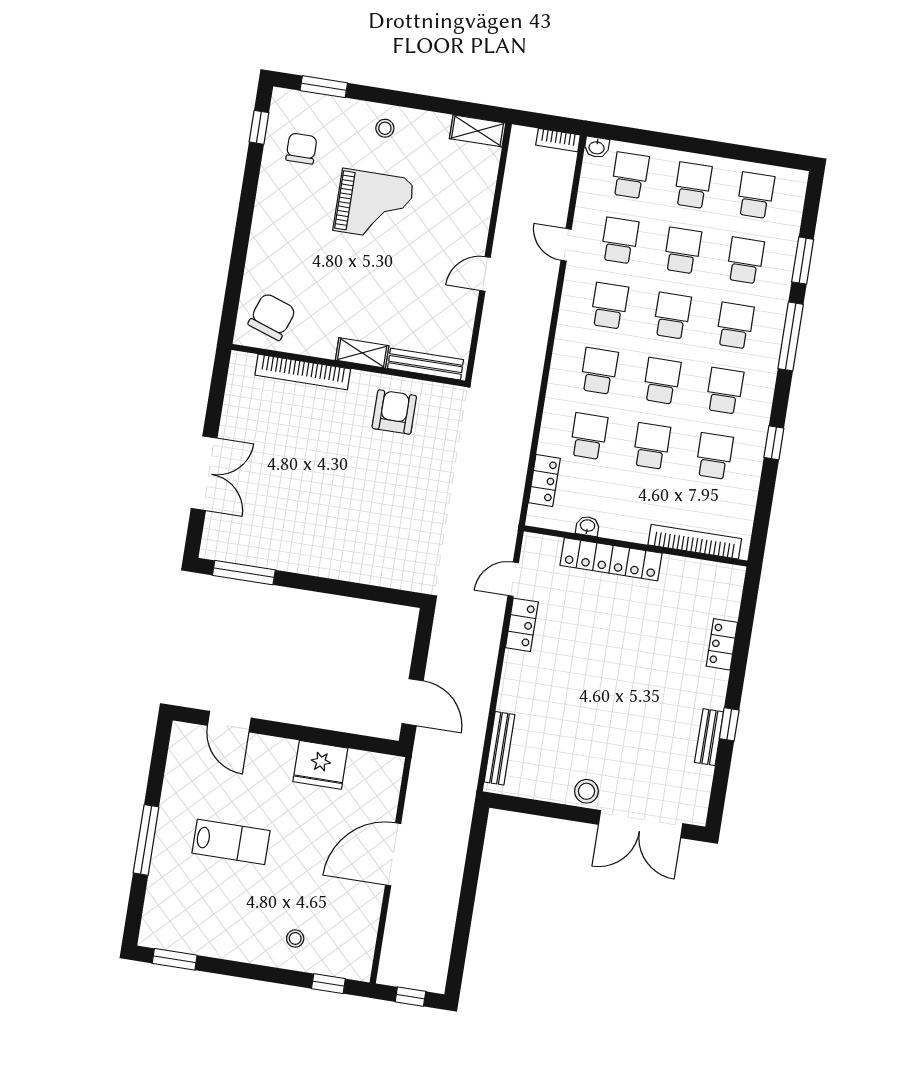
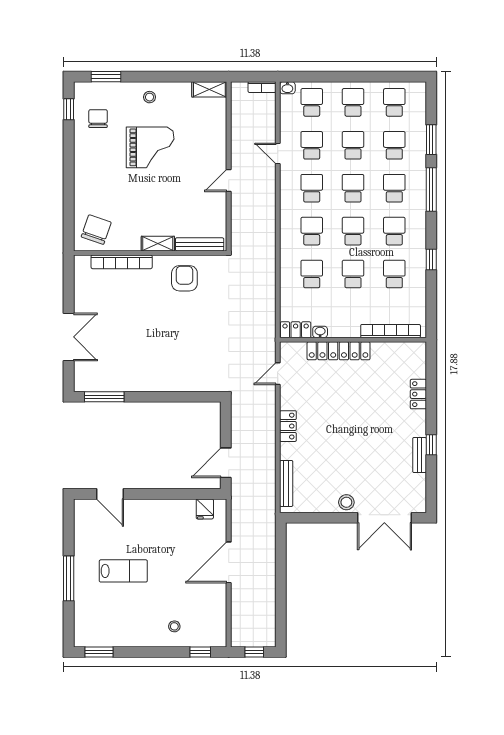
locker: (544, 480) -> (296, 330), moved, turned -90
locker: (522, 625) -> (288, 426), moved
door: (413, 702) -> (226, 463), swing flipped
fridge: (320, 765) -> (205, 509), moved, width x0.53, depth x0.75

